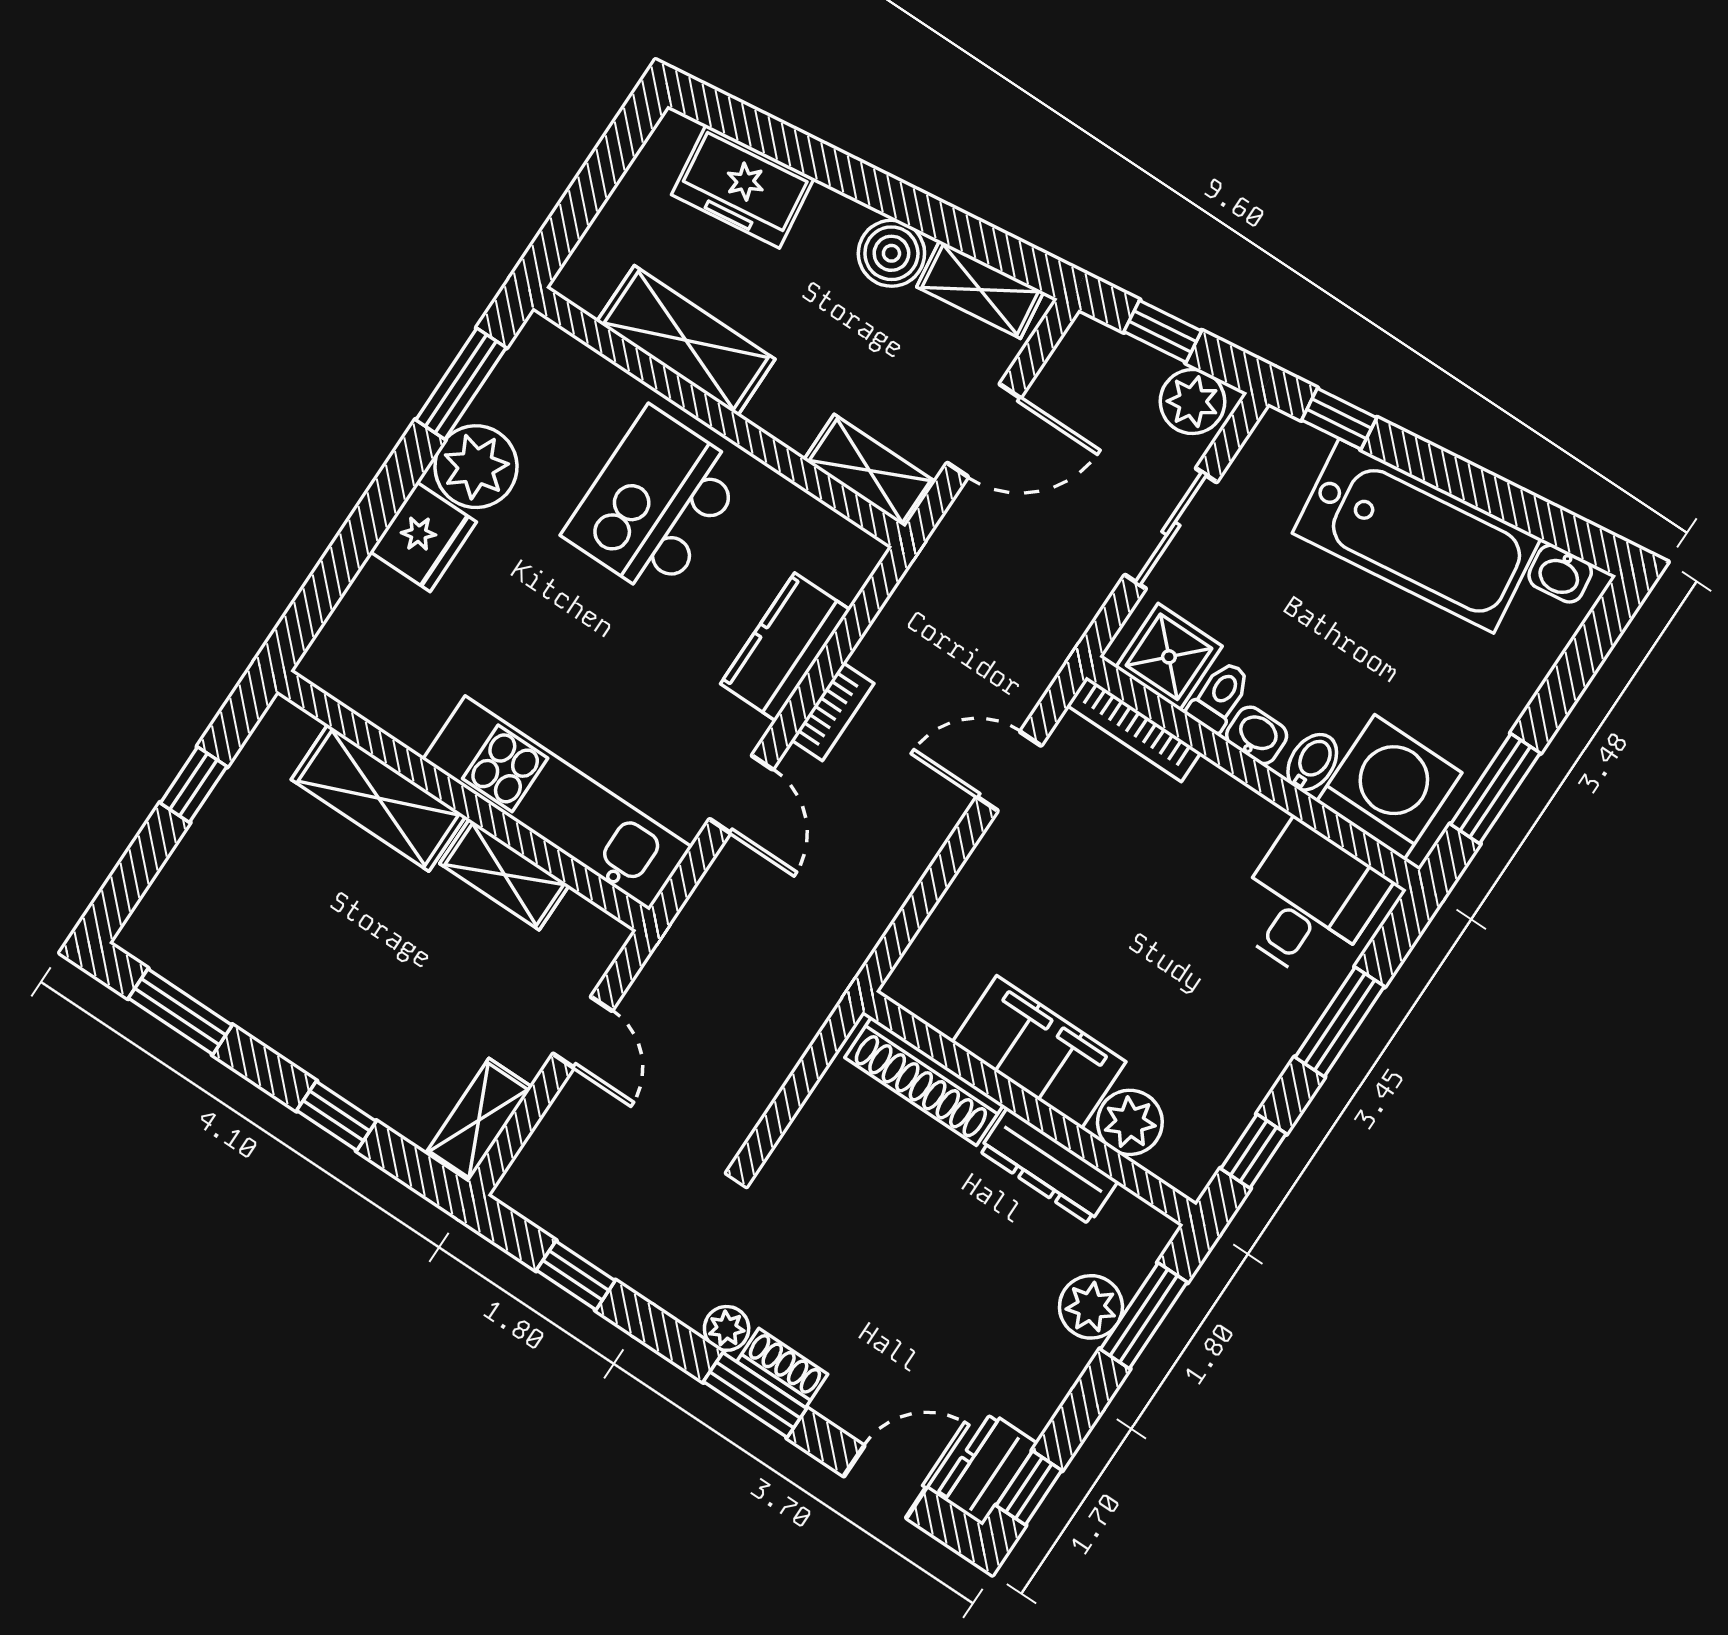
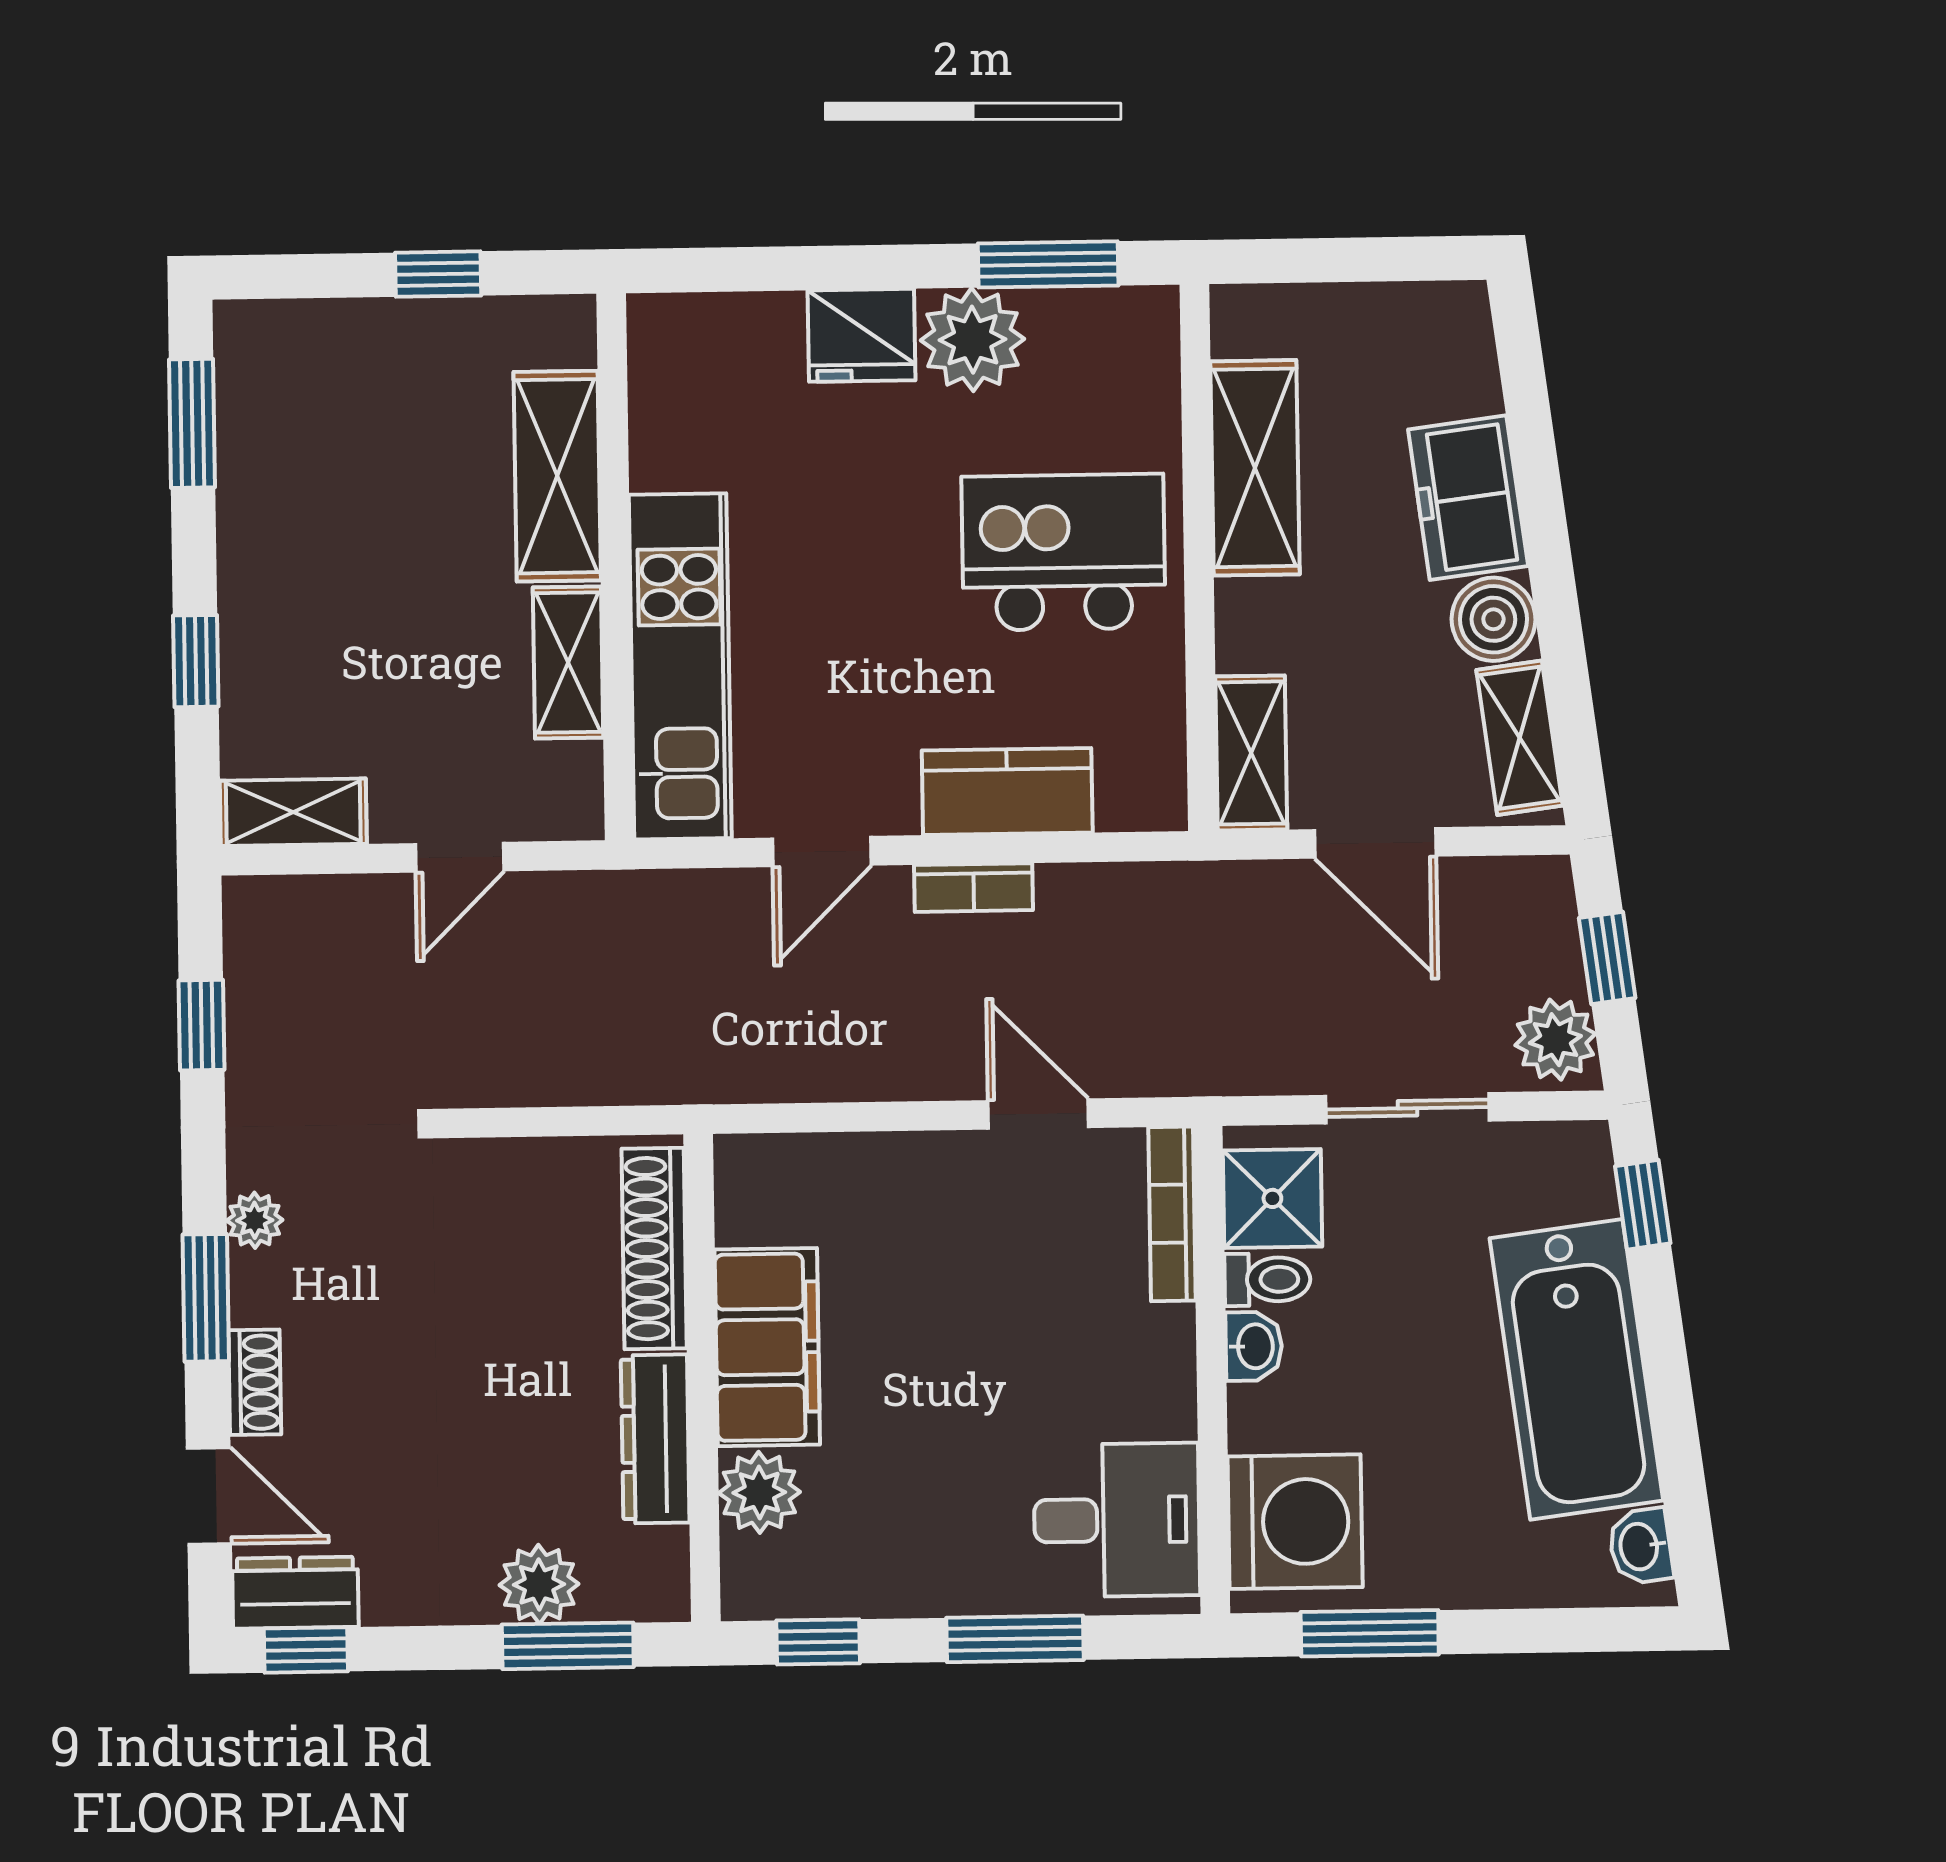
freezer: (743, 186) -> (1468, 498), moved
bidet: (1312, 762) -> (1266, 1424), removed
shoe rack: (782, 1368) -> (255, 1382), moved

